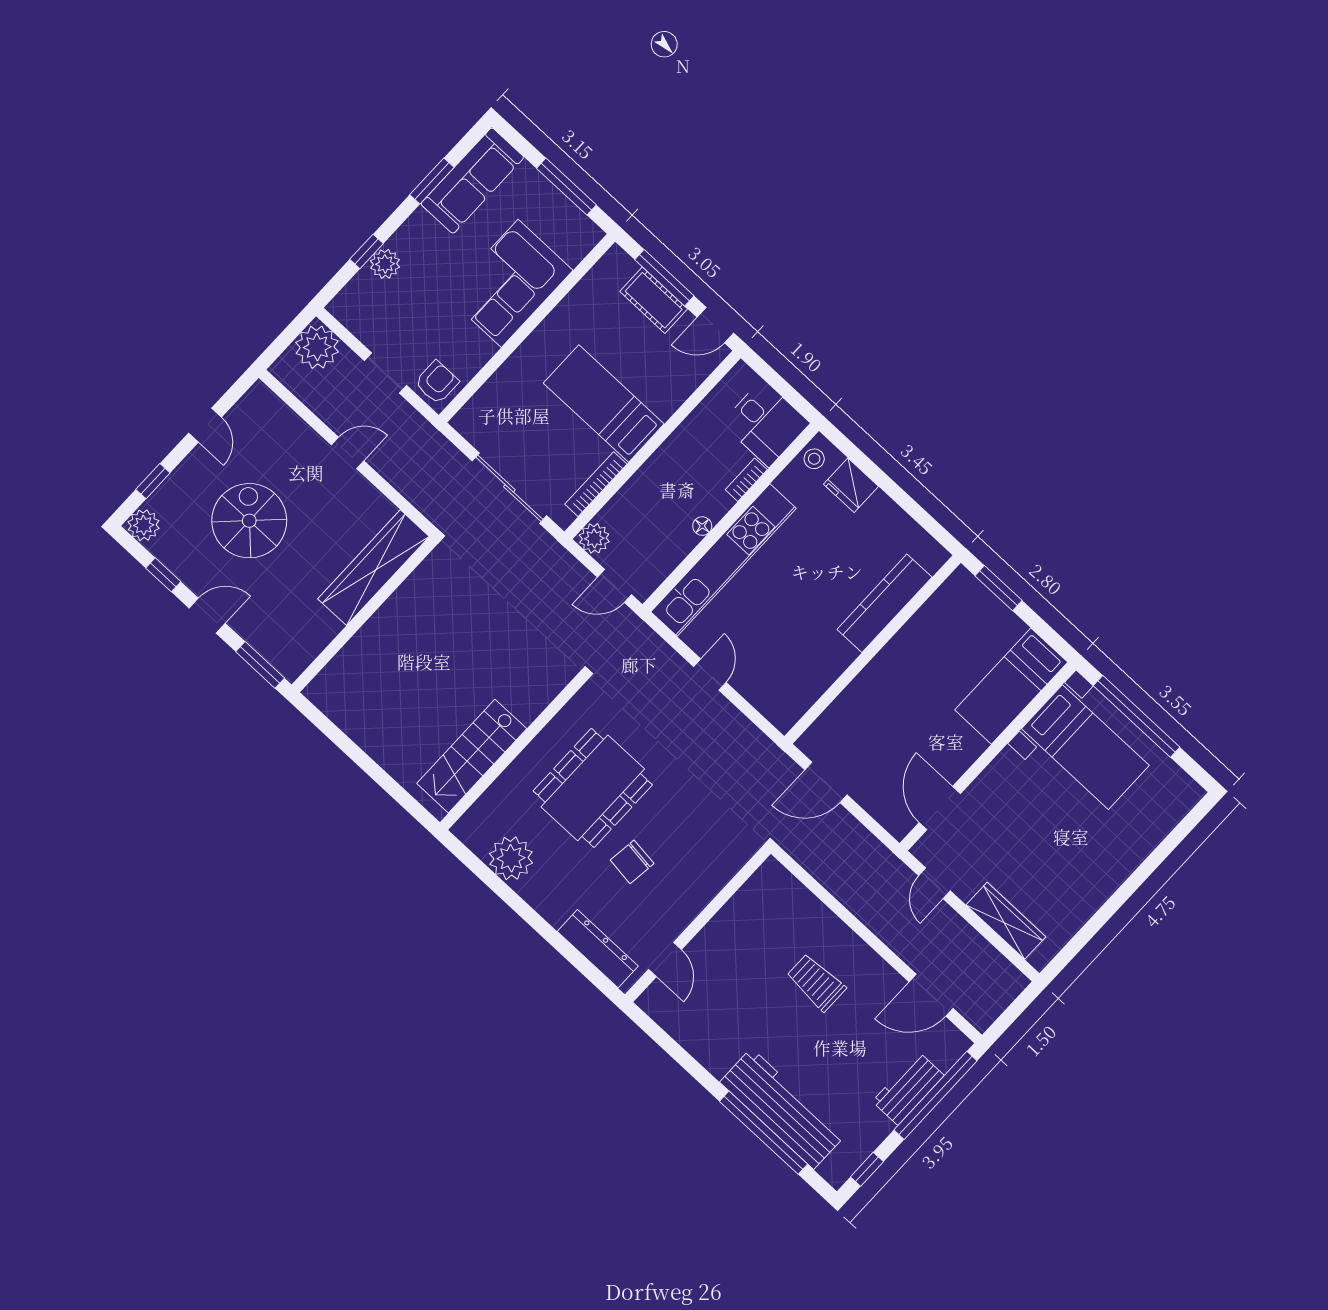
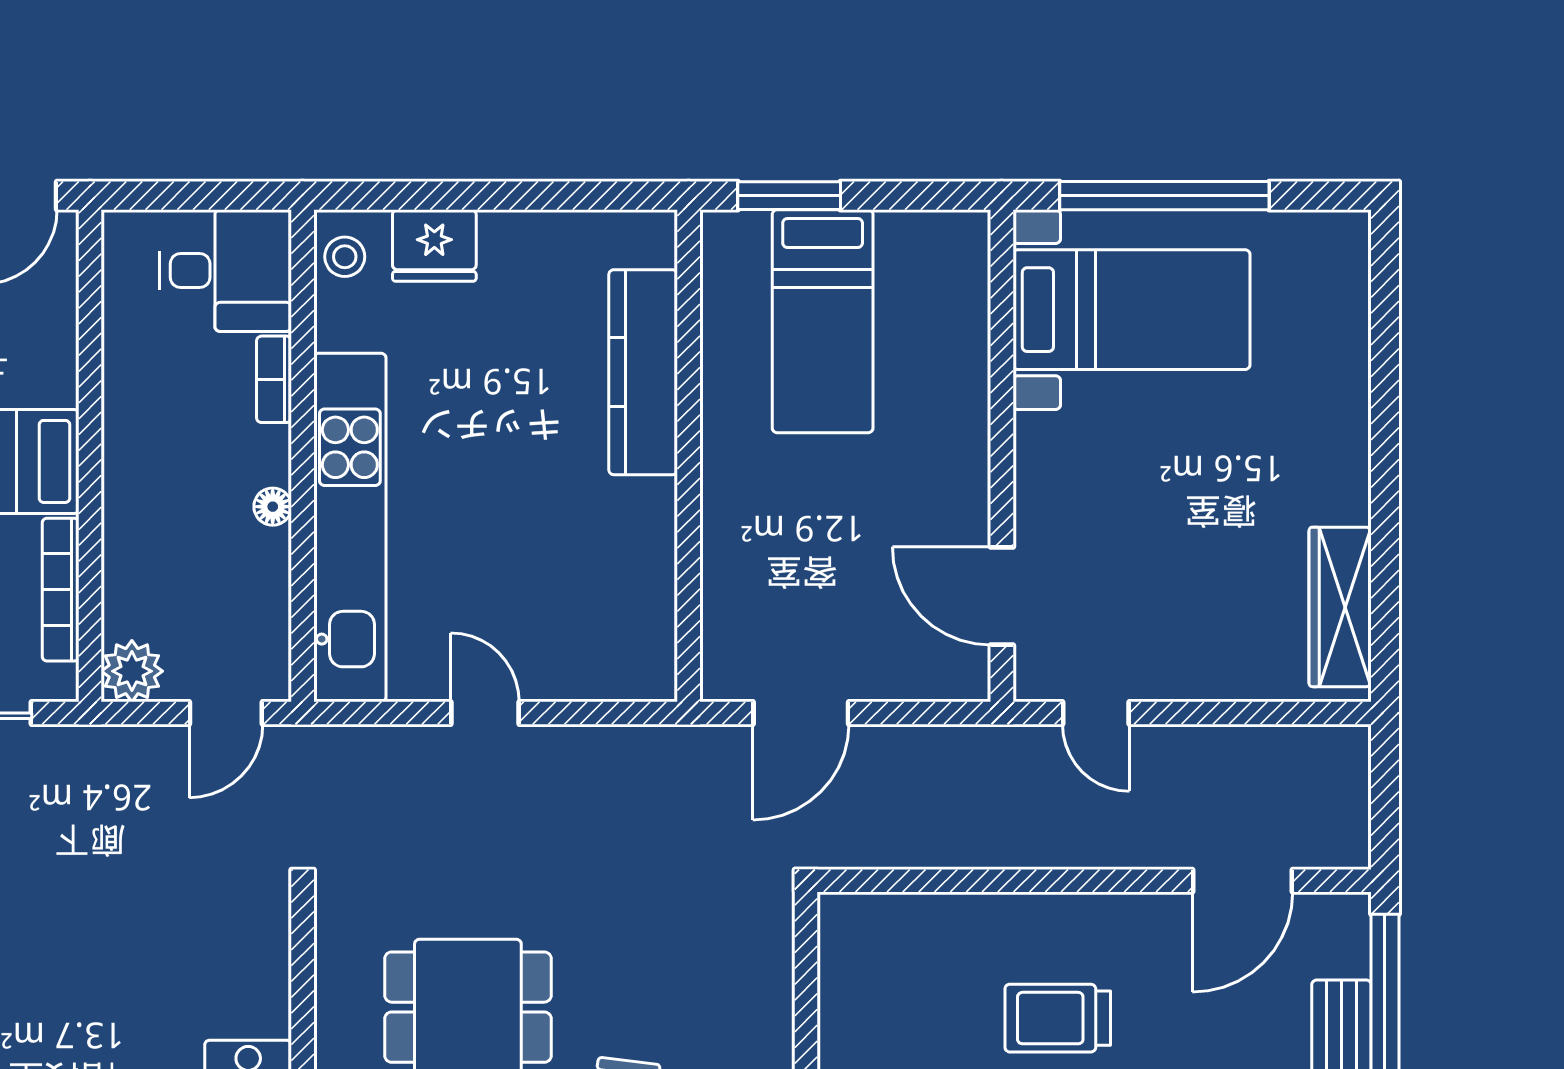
bed: (1011, 686) -> (823, 321), moved
wardrobe: (1006, 921) -> (1340, 607), moved, turned -90

